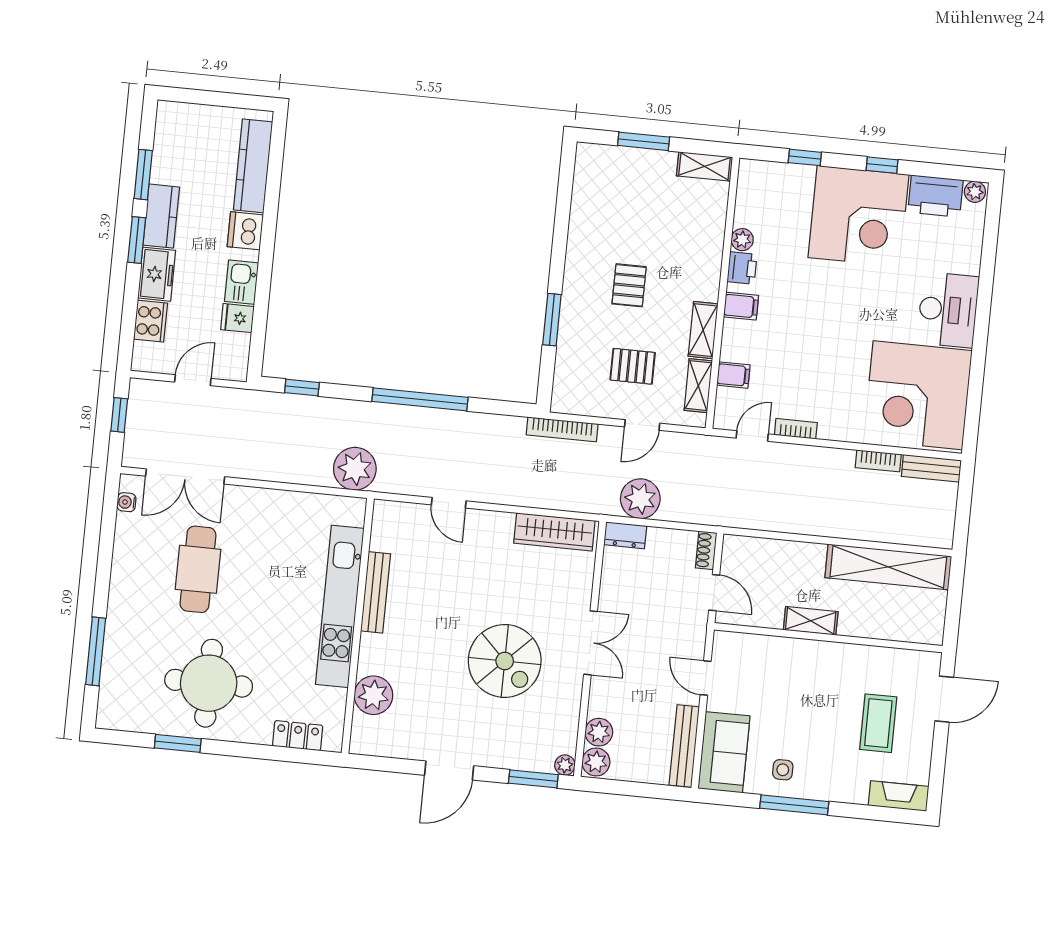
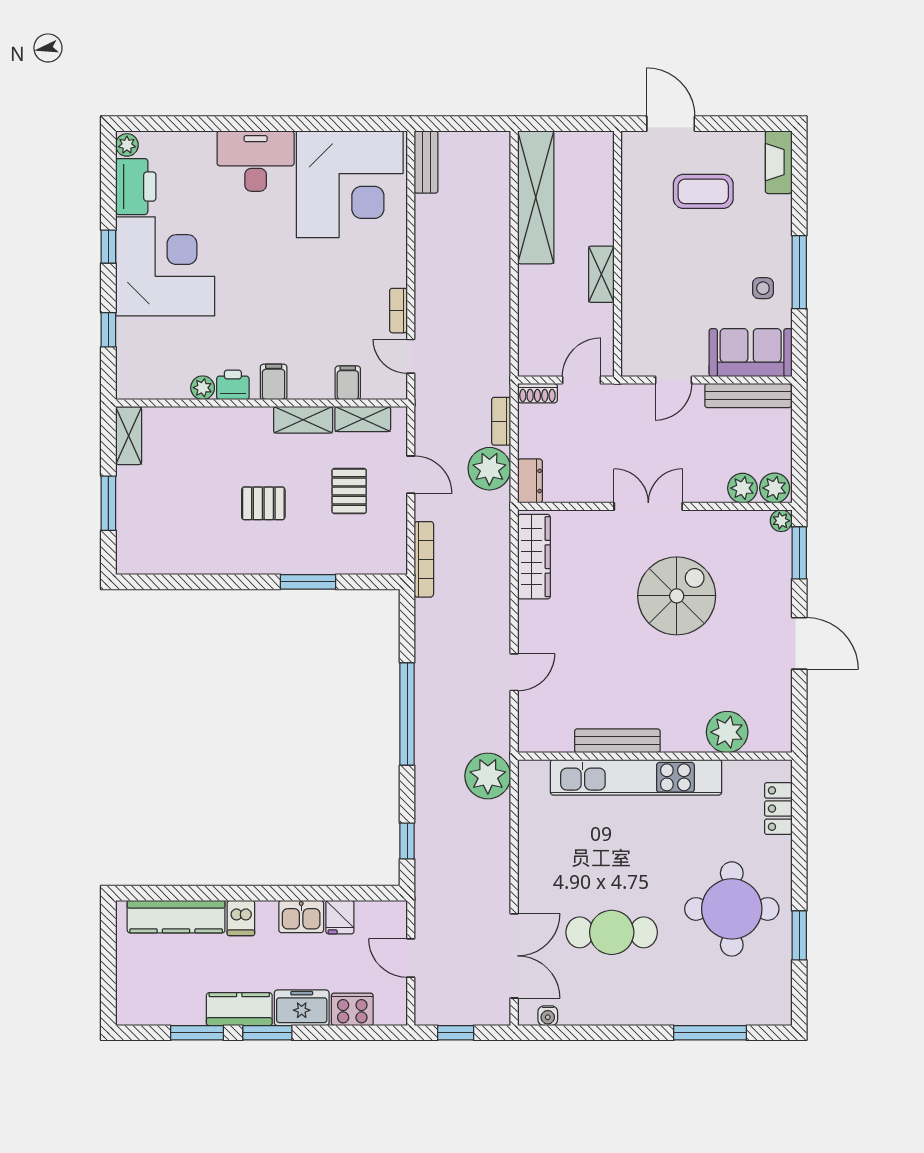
dishwasher: (245, 231) -> (241, 918), width x0.73
bookcase: (878, 461) -> (501, 421), moved, turned 180

